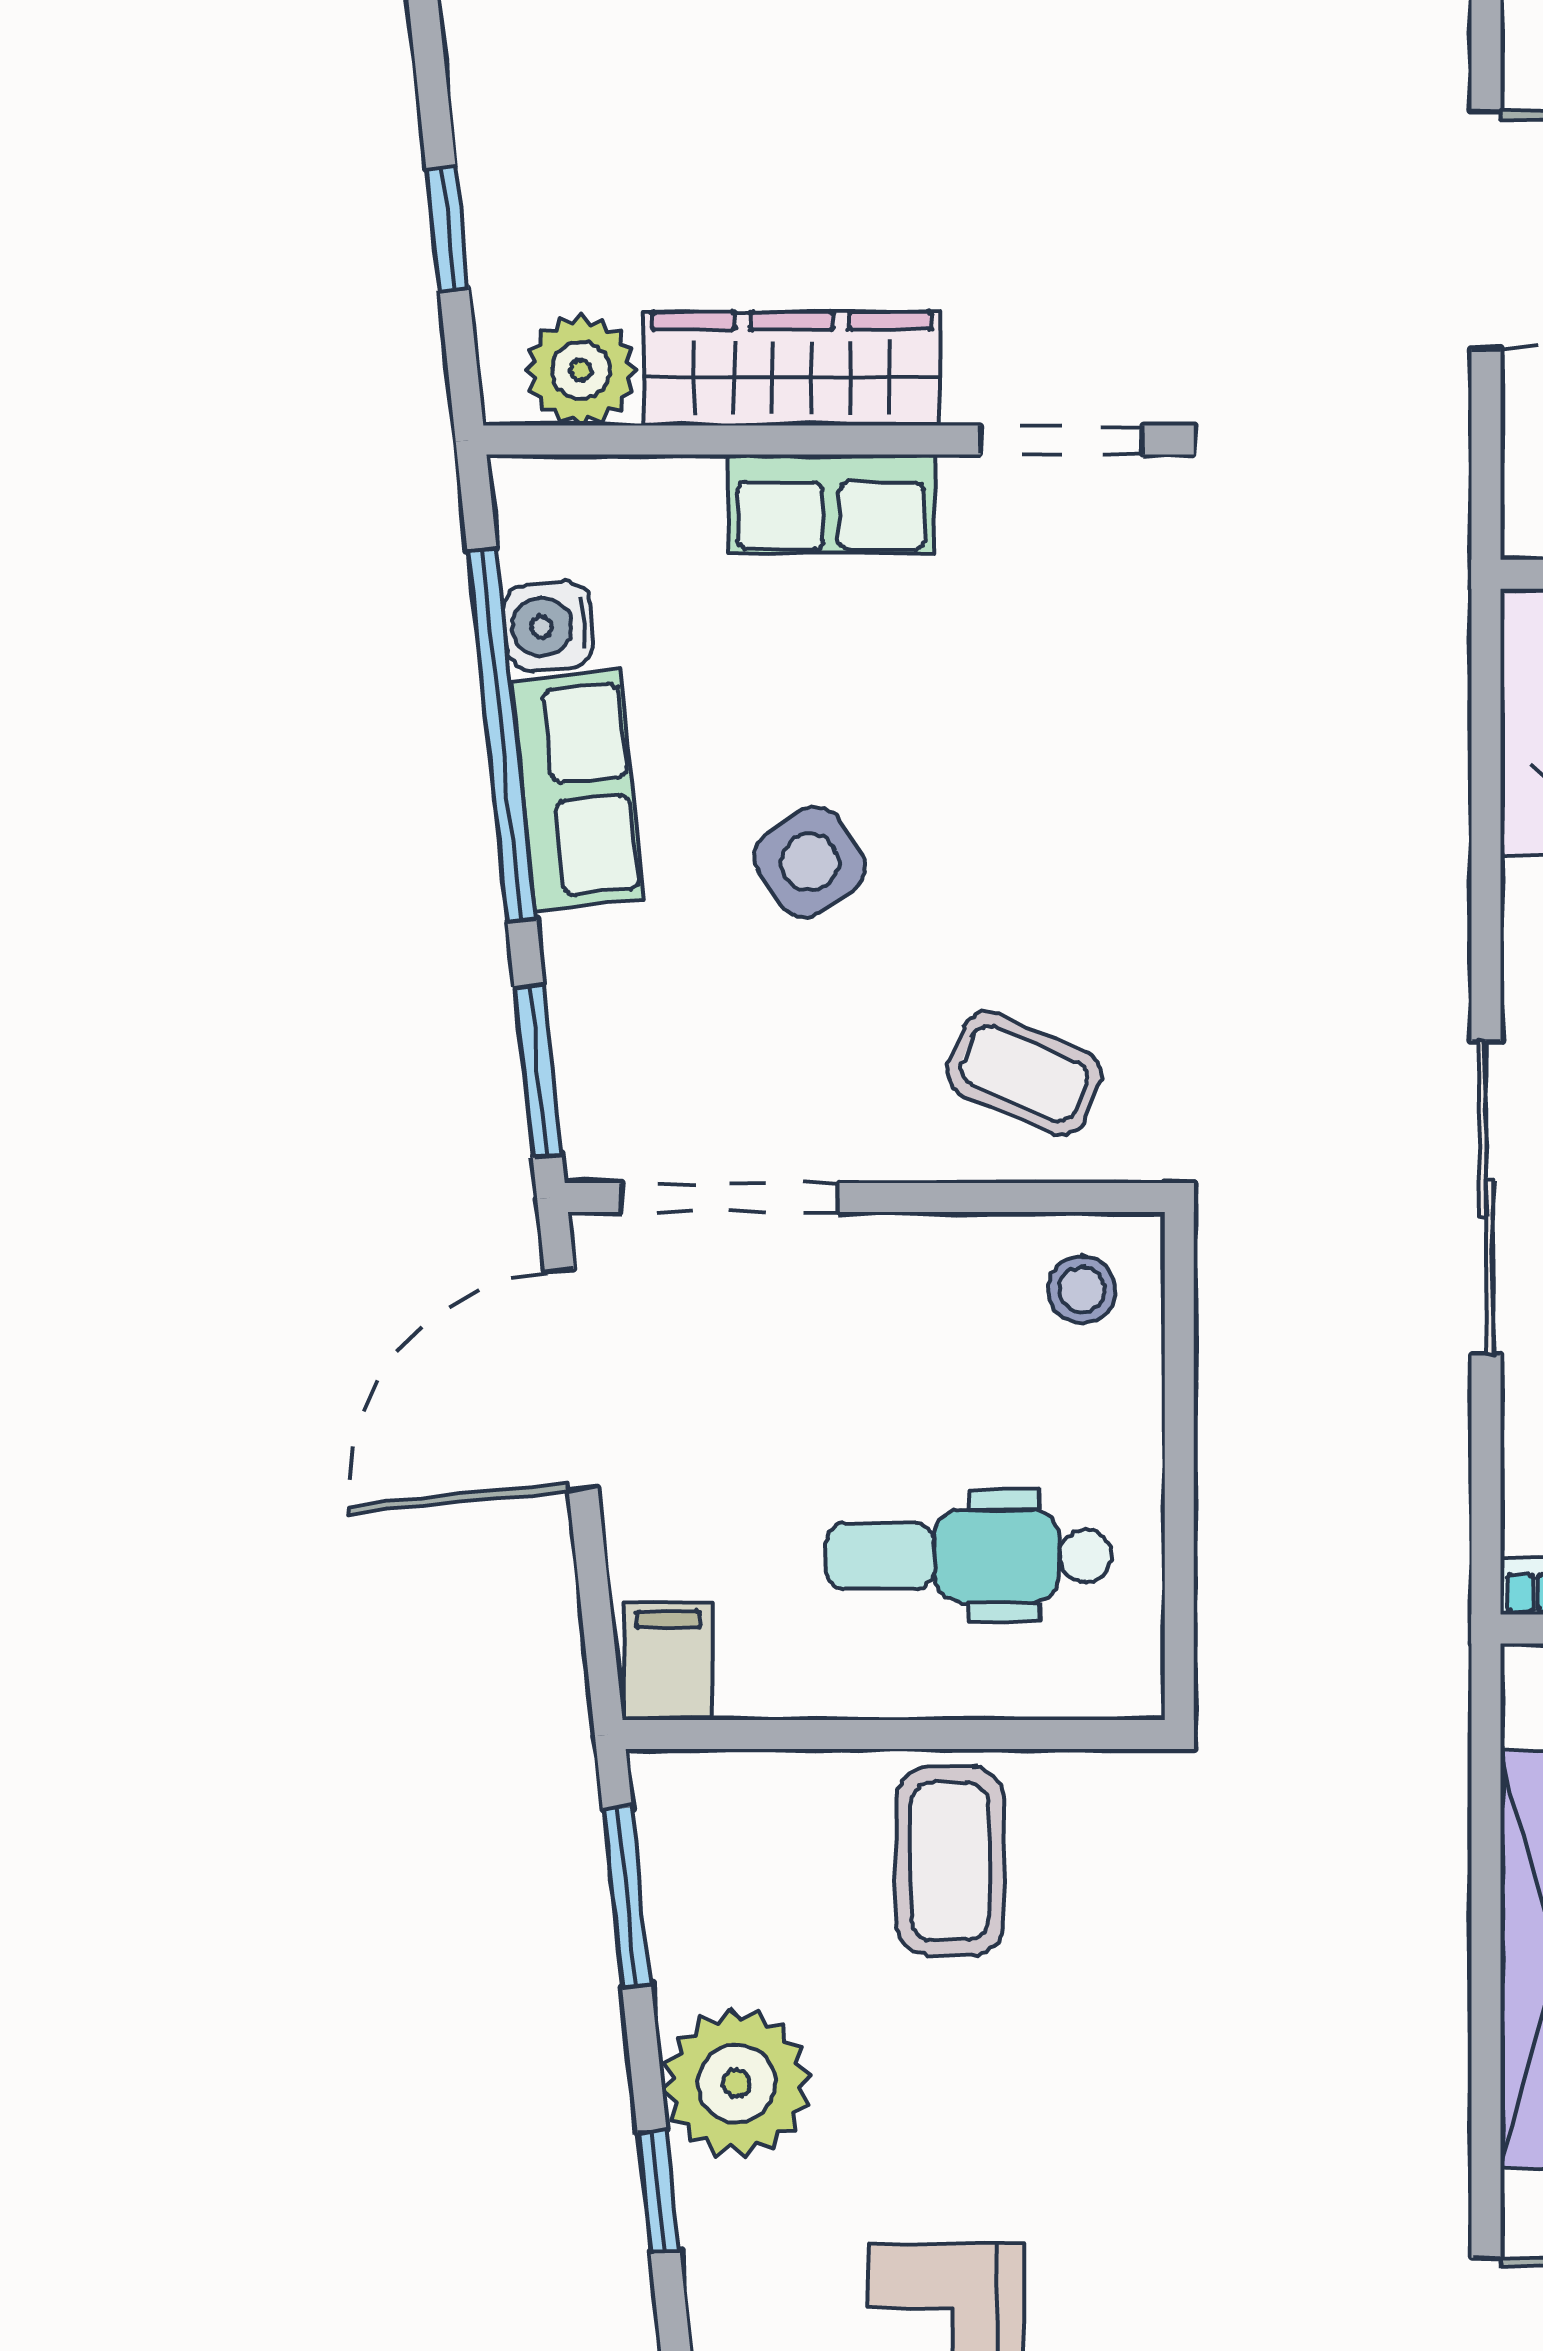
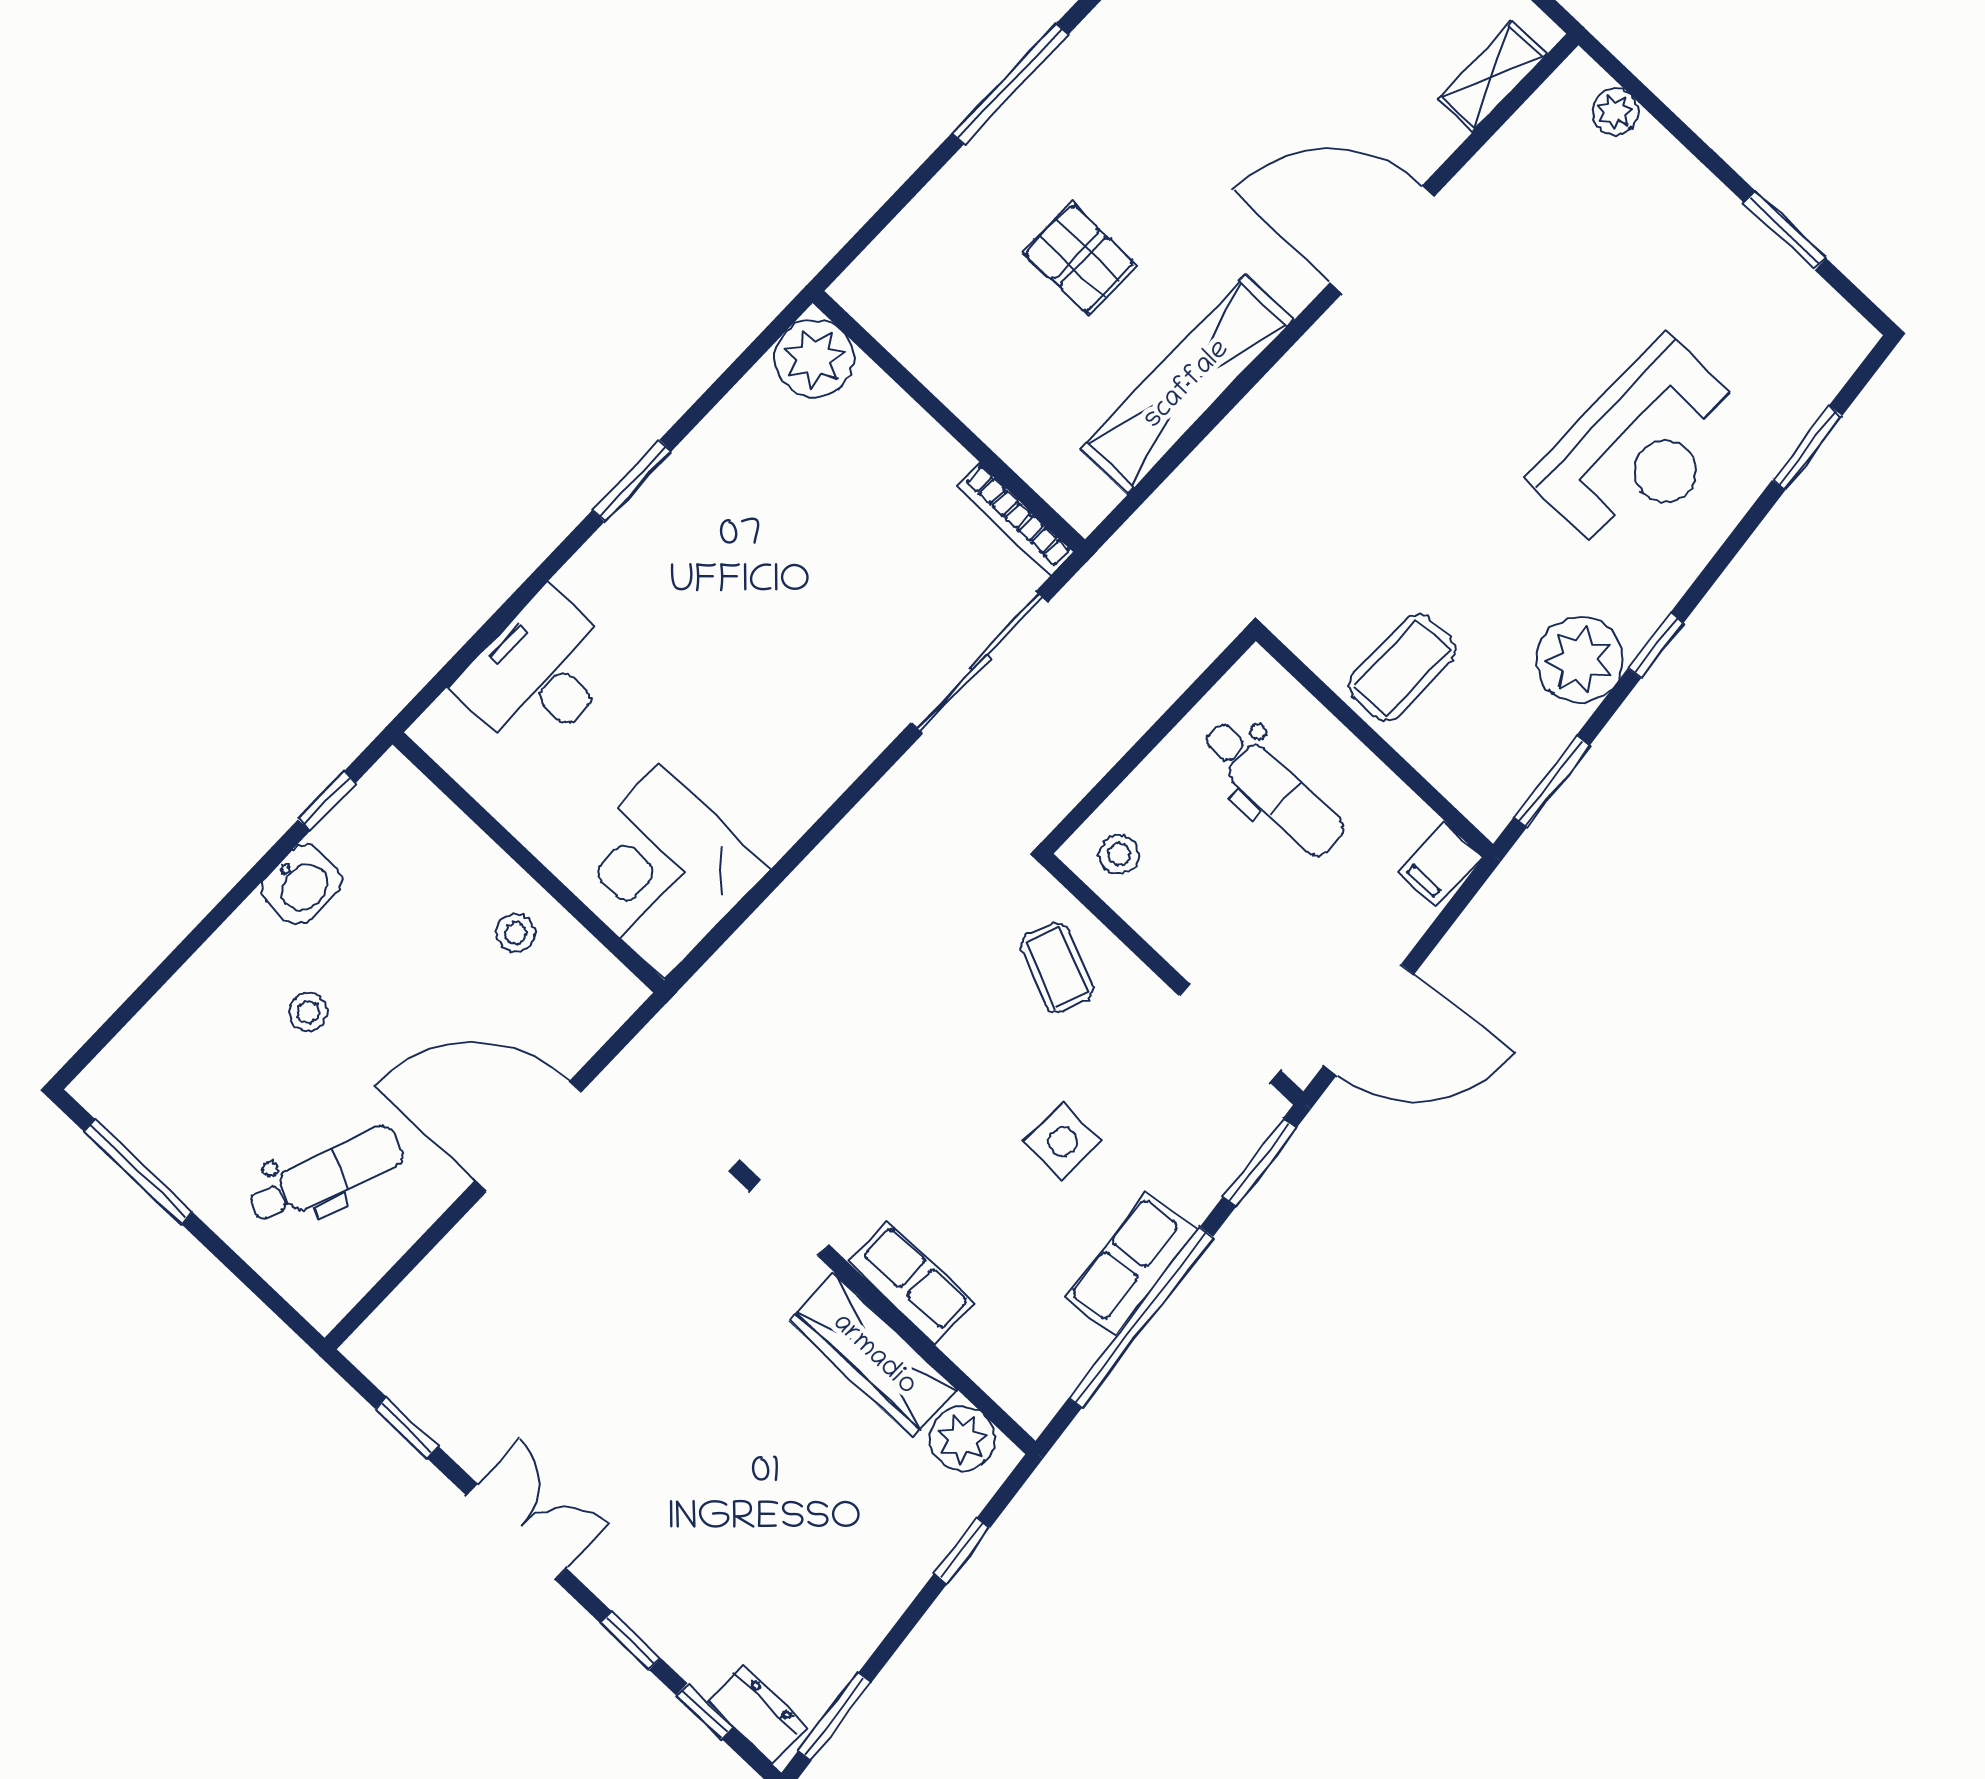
water cooler: (549, 626) -> (1078, 1344), removed
side table: (810, 862) -> (1063, 1142), turned 34
sliding door: (1486, 1198) -> (979, 662), moved

